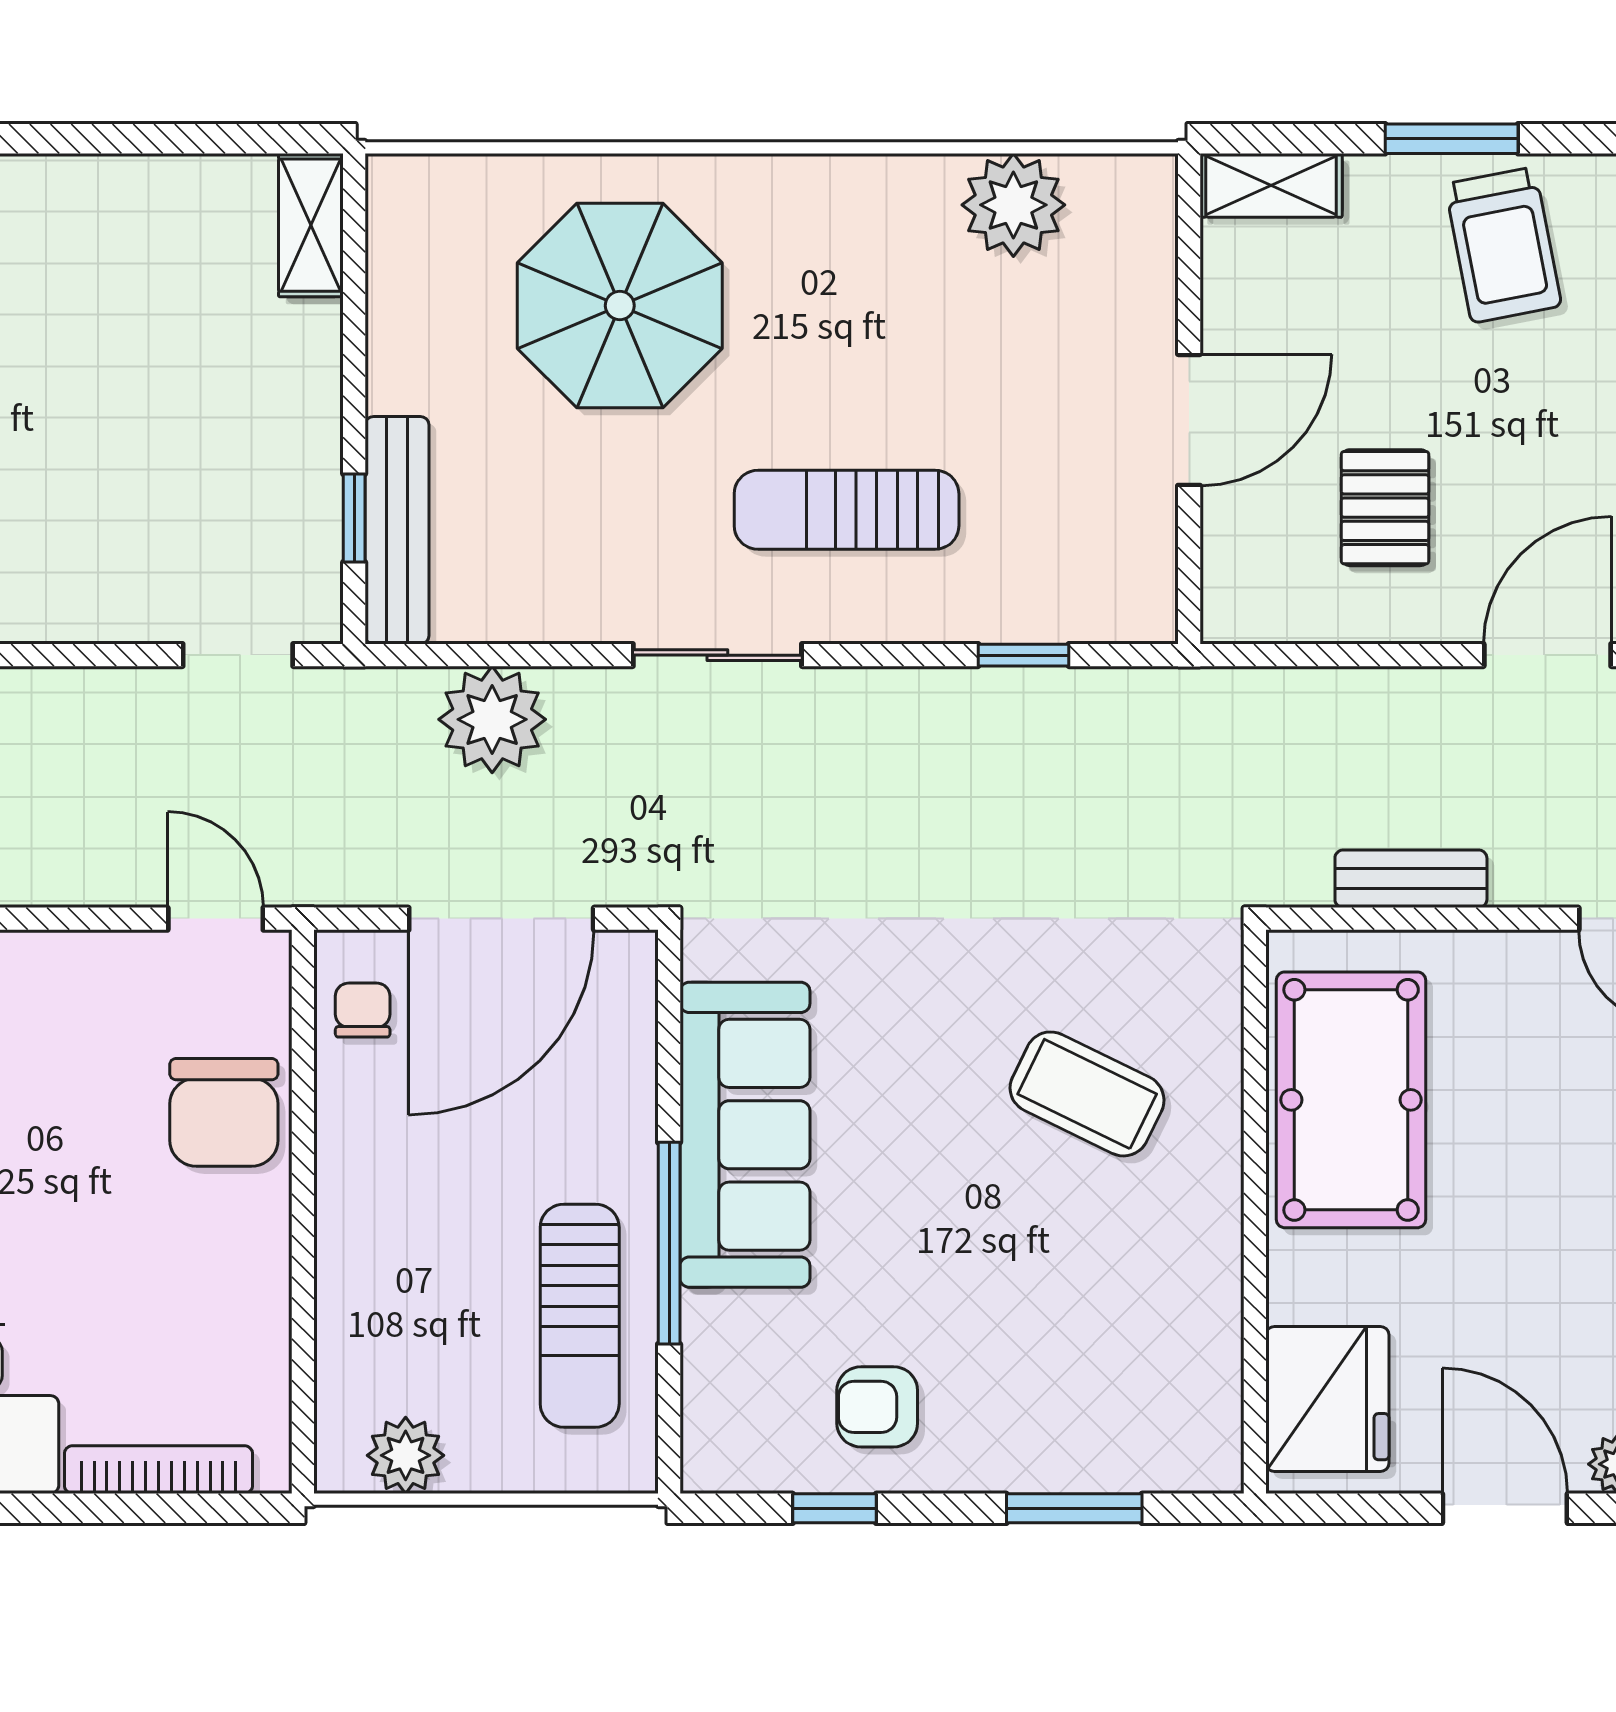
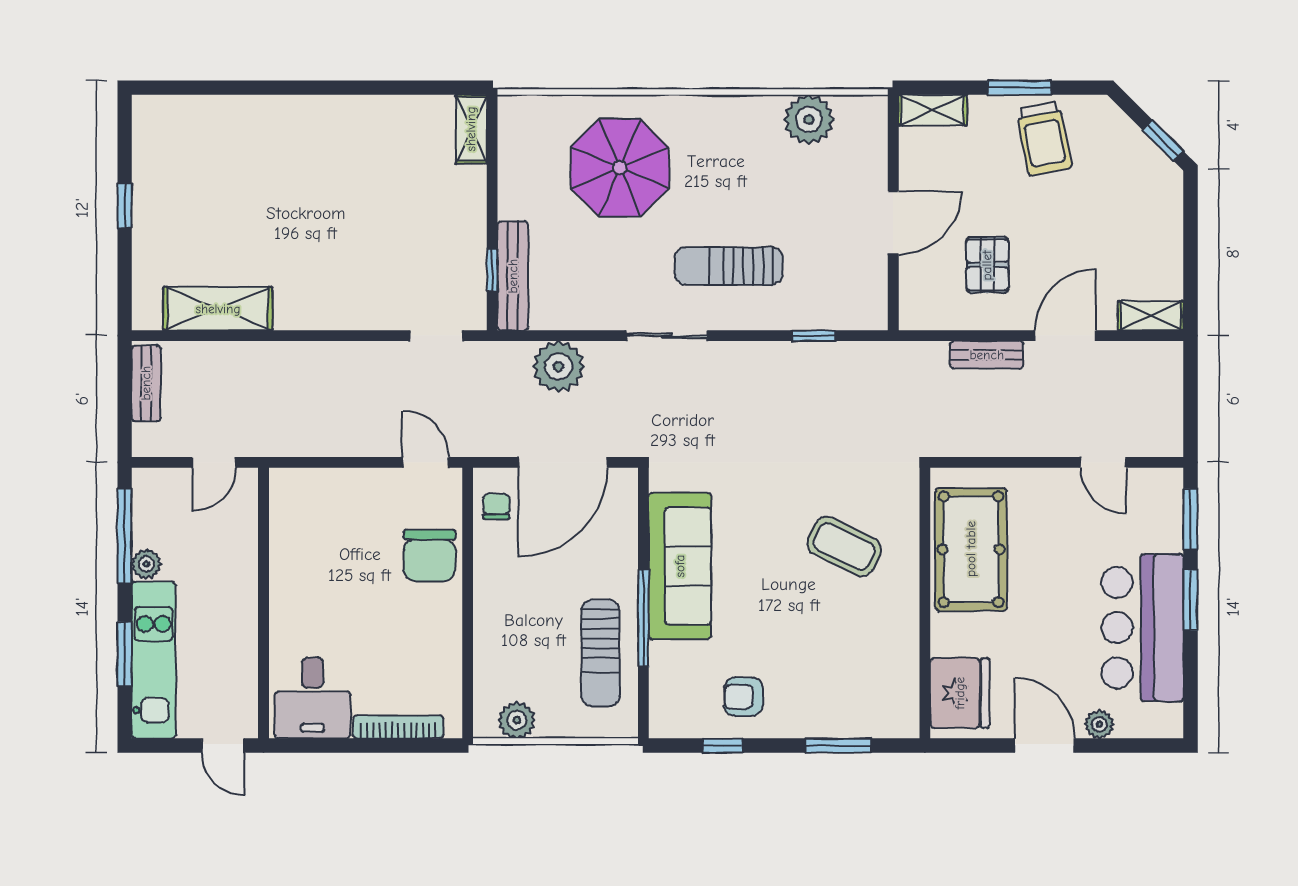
bench: (1411, 879) -> (987, 355), moved

